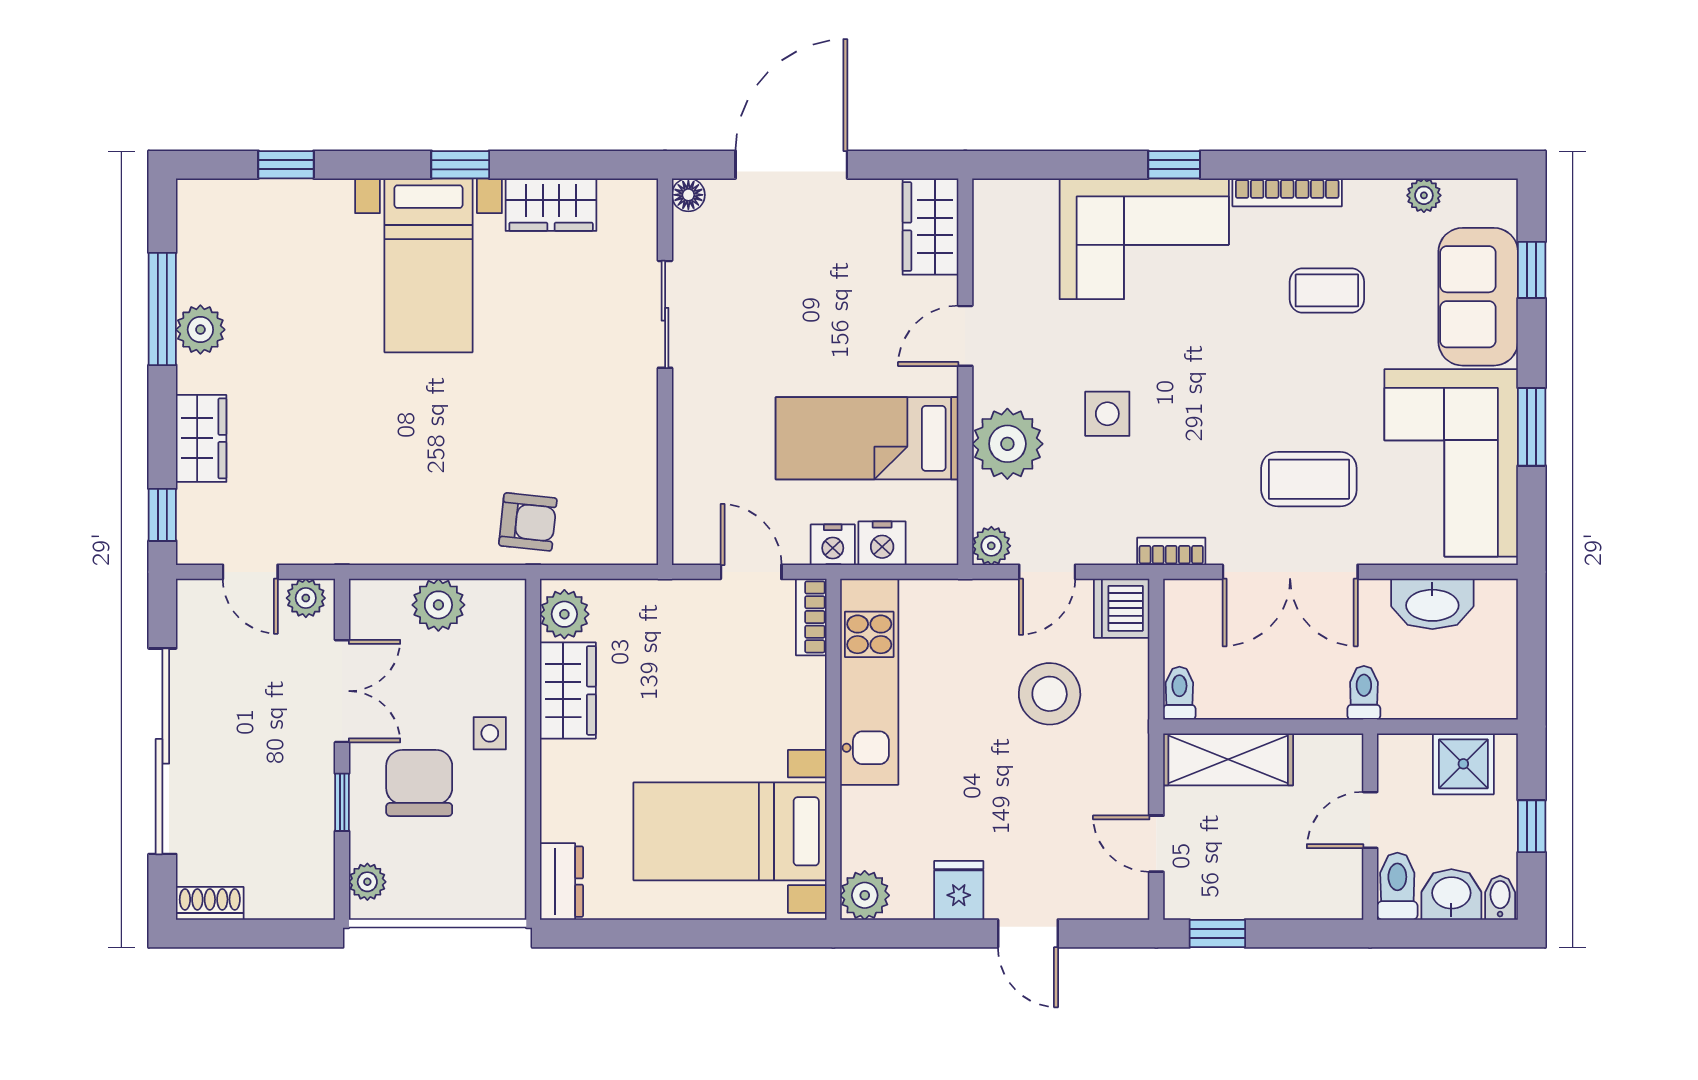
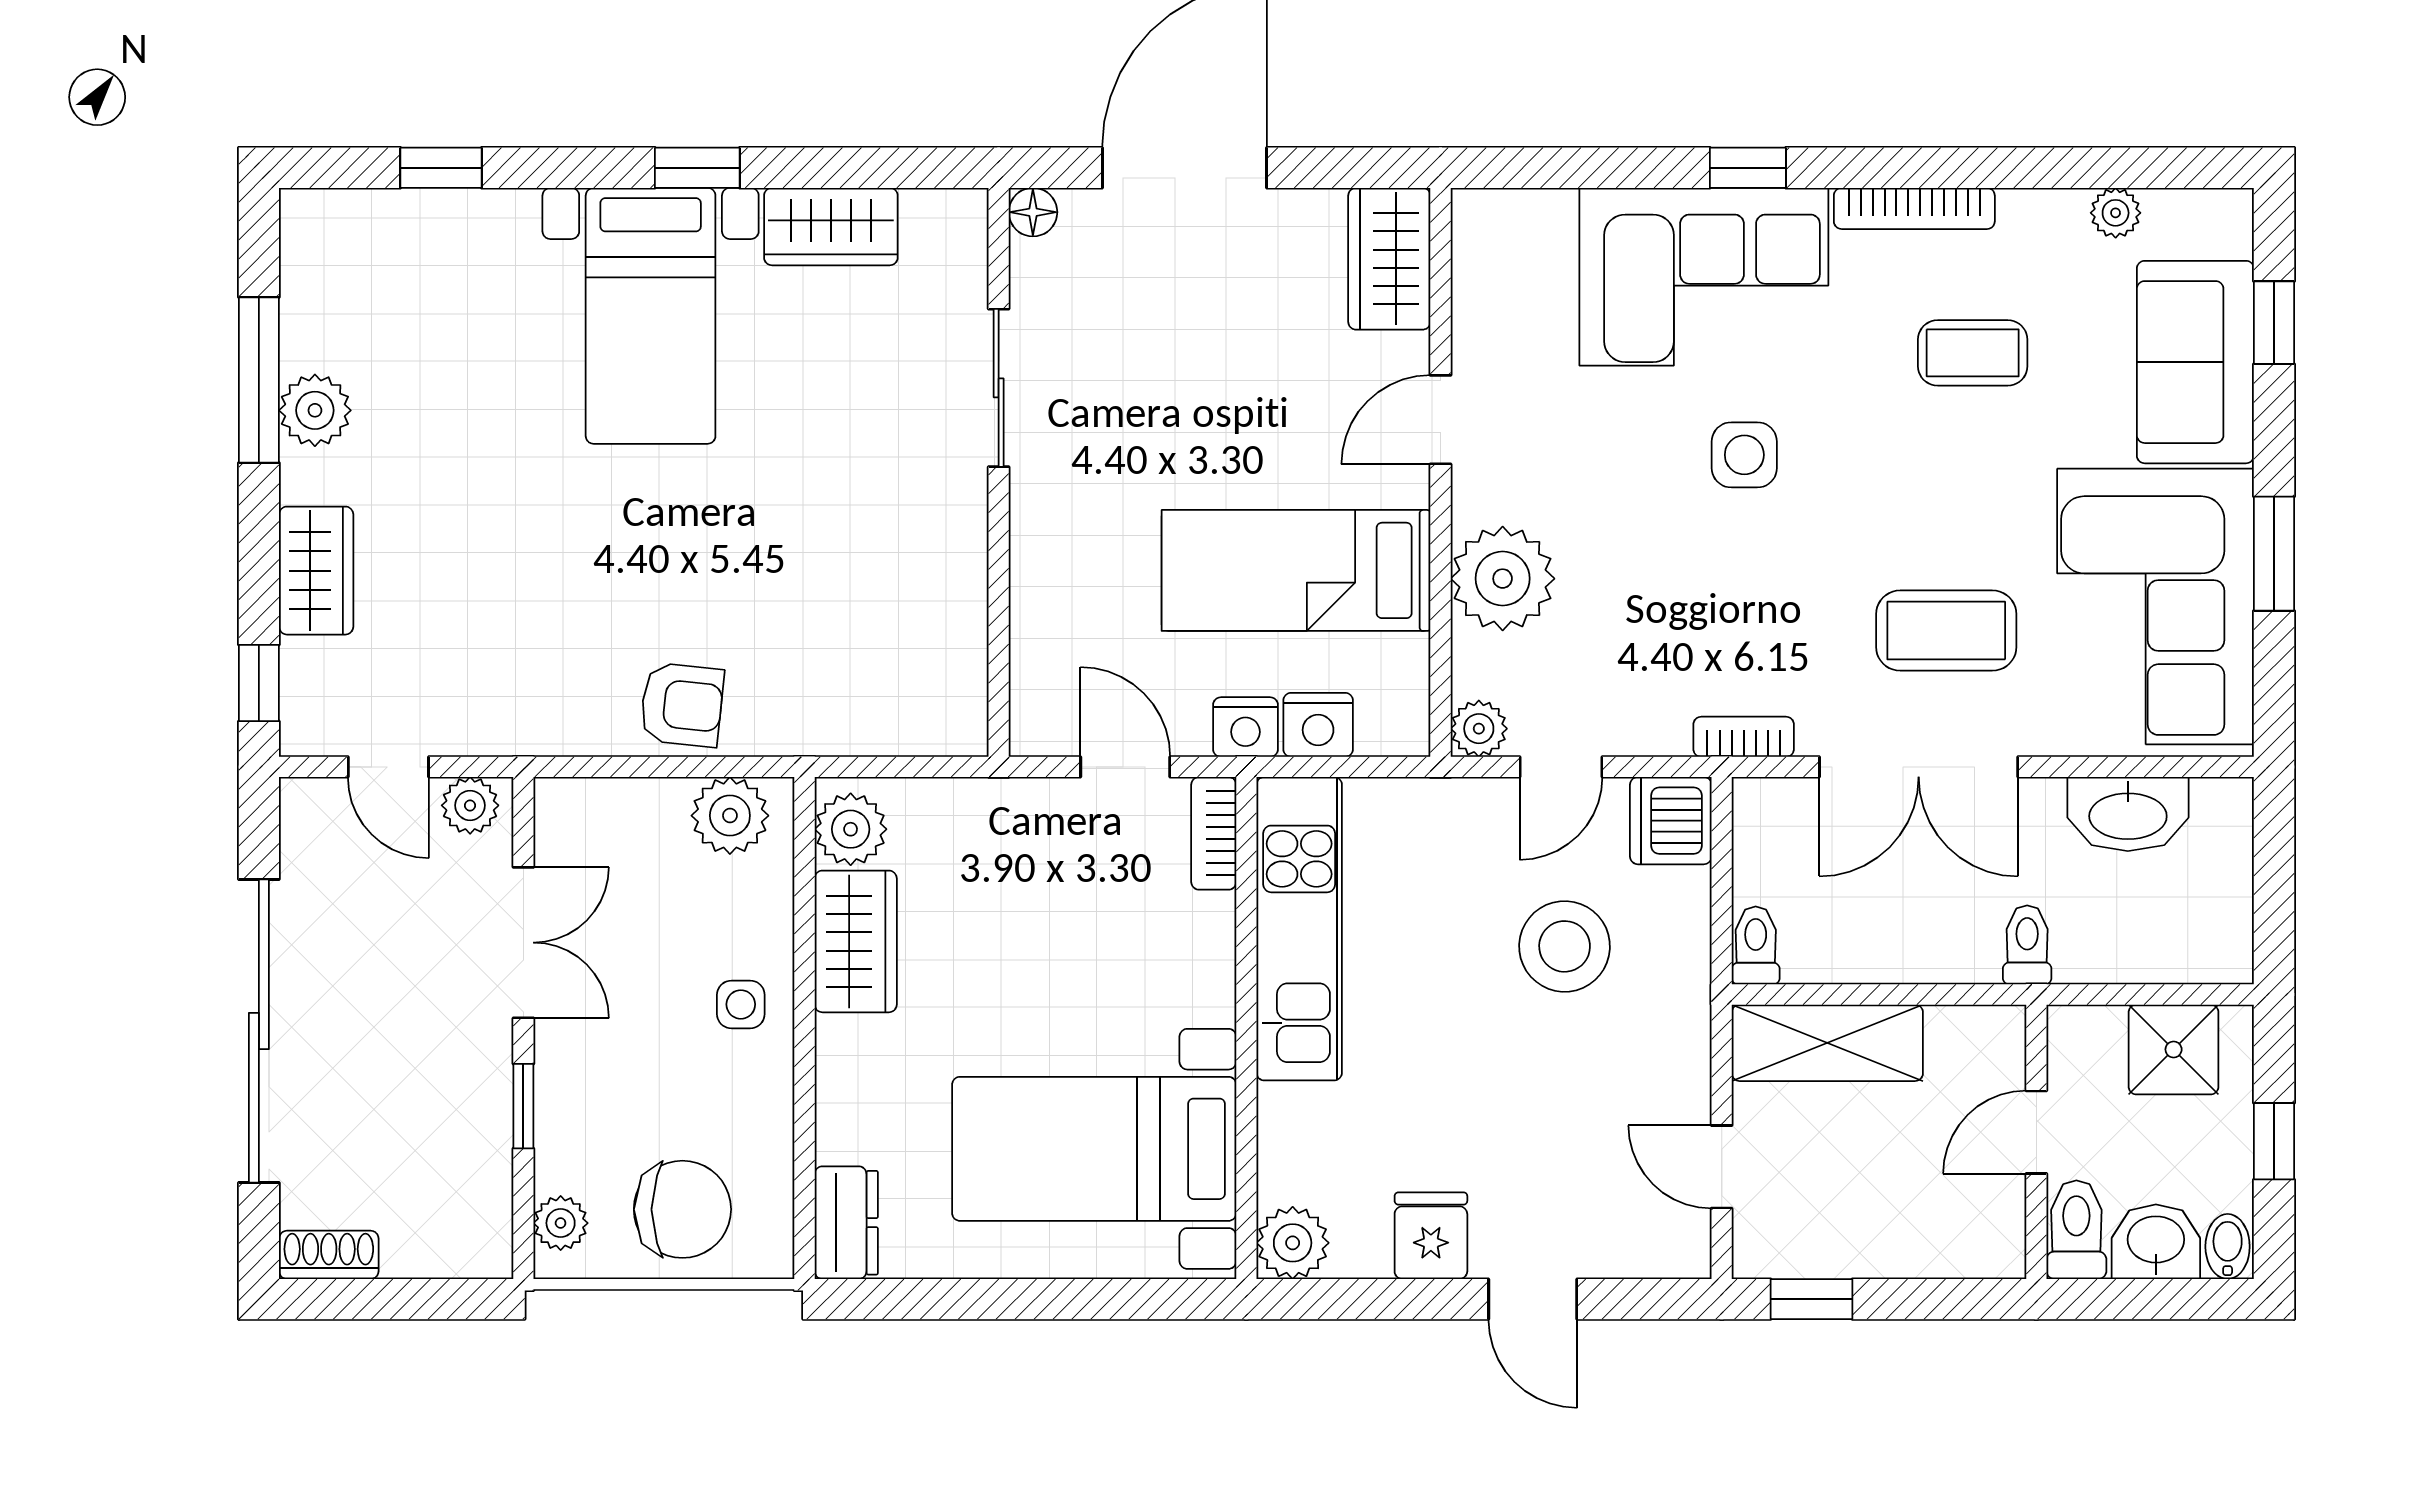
side table: (1107, 414) -> (1744, 455), moved
armchair: (528, 522) -> (682, 705), moved
plant: (438, 605) -> (730, 816), moved
chair: (419, 783) -> (682, 1209), moved, turned 90

